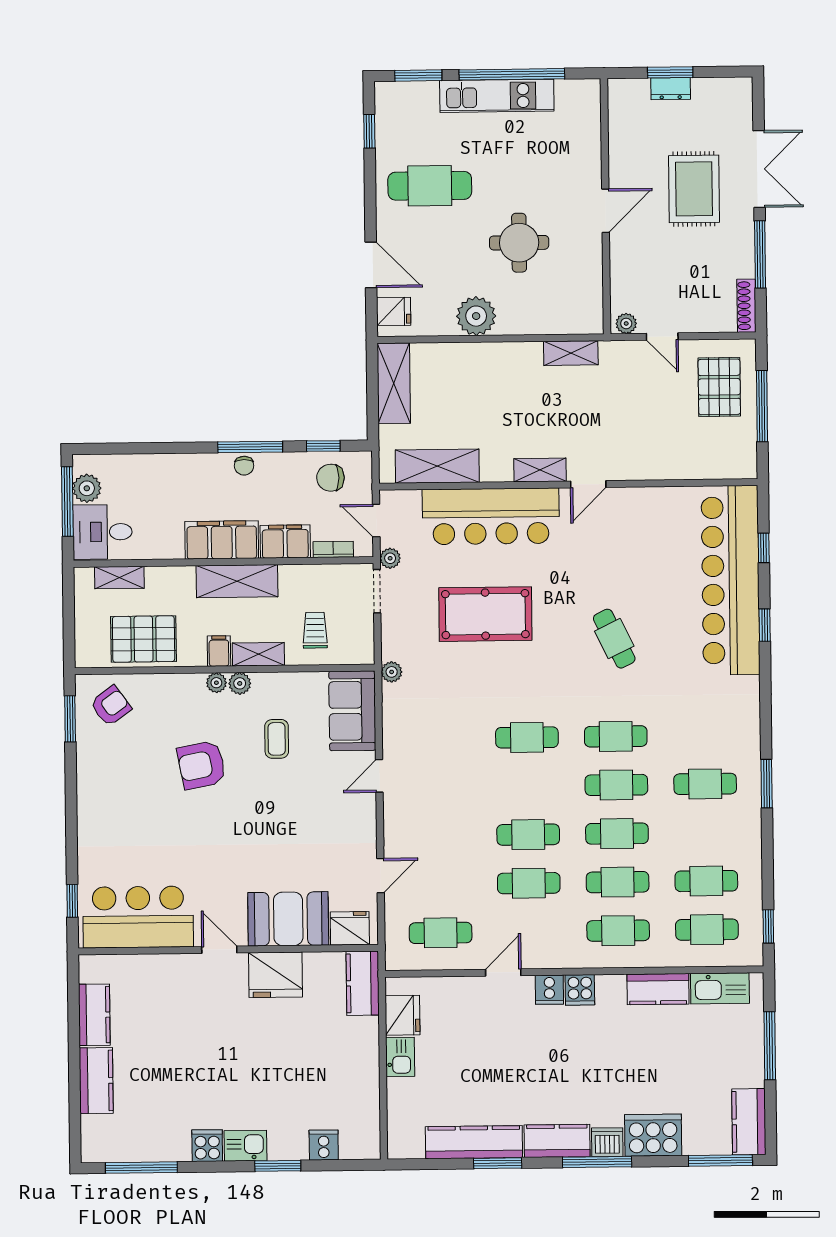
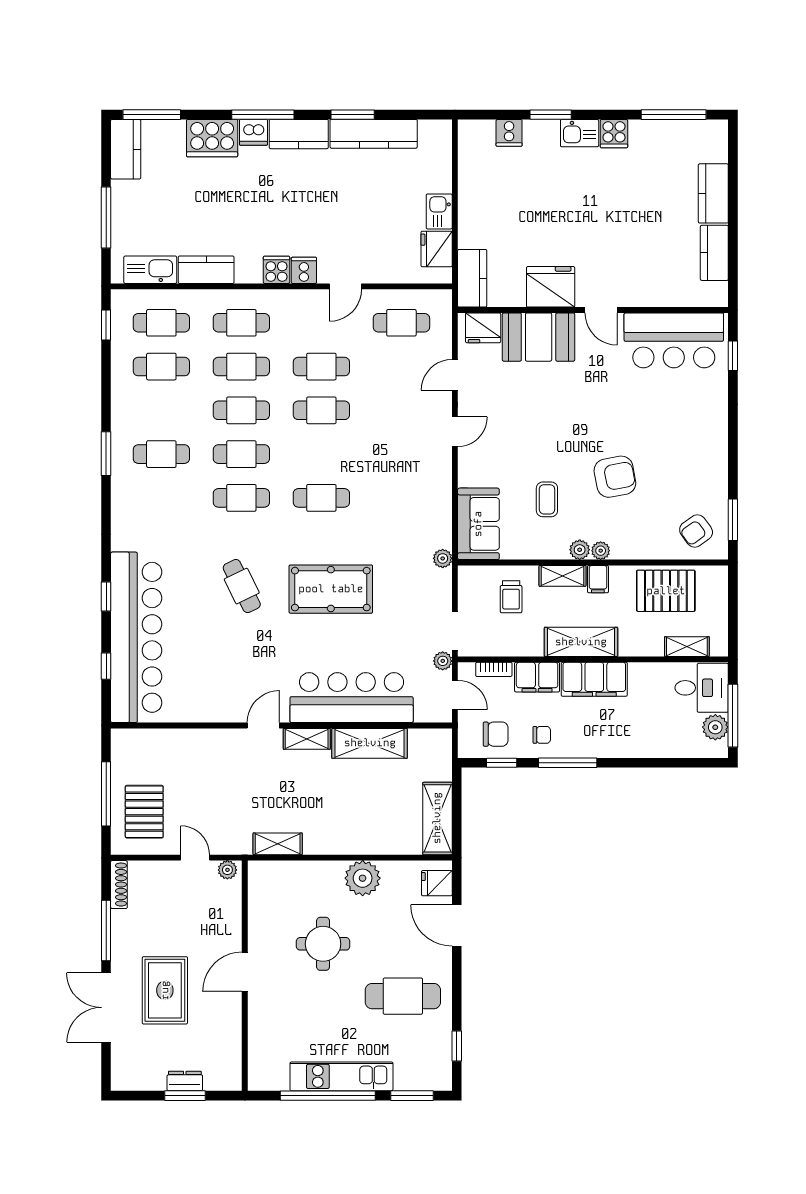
chair: (244, 466) -> (542, 735), moved, turned 90
shelving: (437, 466) -> (370, 743), moved
pool table: (485, 614) -> (331, 589), moved
door: (379, 776) -> (455, 432), moved

